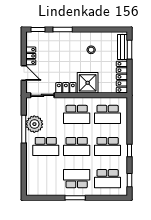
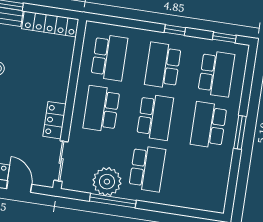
door: (24, 73) -> (19, 186), hinge flipped
shower: (88, 83) -> (52, 83), removed
school desk: (77, 114) -> (101, 109), turned 180
school desk: (108, 147) -> (163, 65), turned 180

